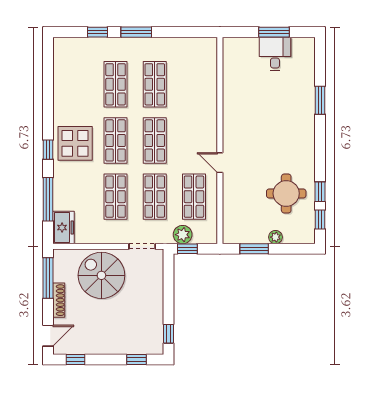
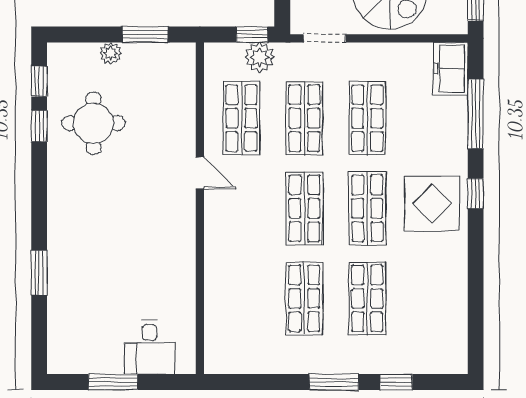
desk: (275, 54) -> (150, 347), moved

